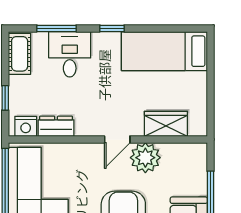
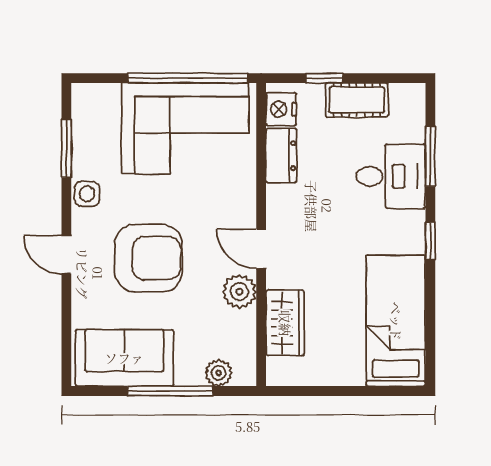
cot: (20, 54) -> (357, 100), moved
plant: (145, 158) -> (239, 292), width x0.73, depth x0.73
plant: (199, 167) -> (219, 373), added

